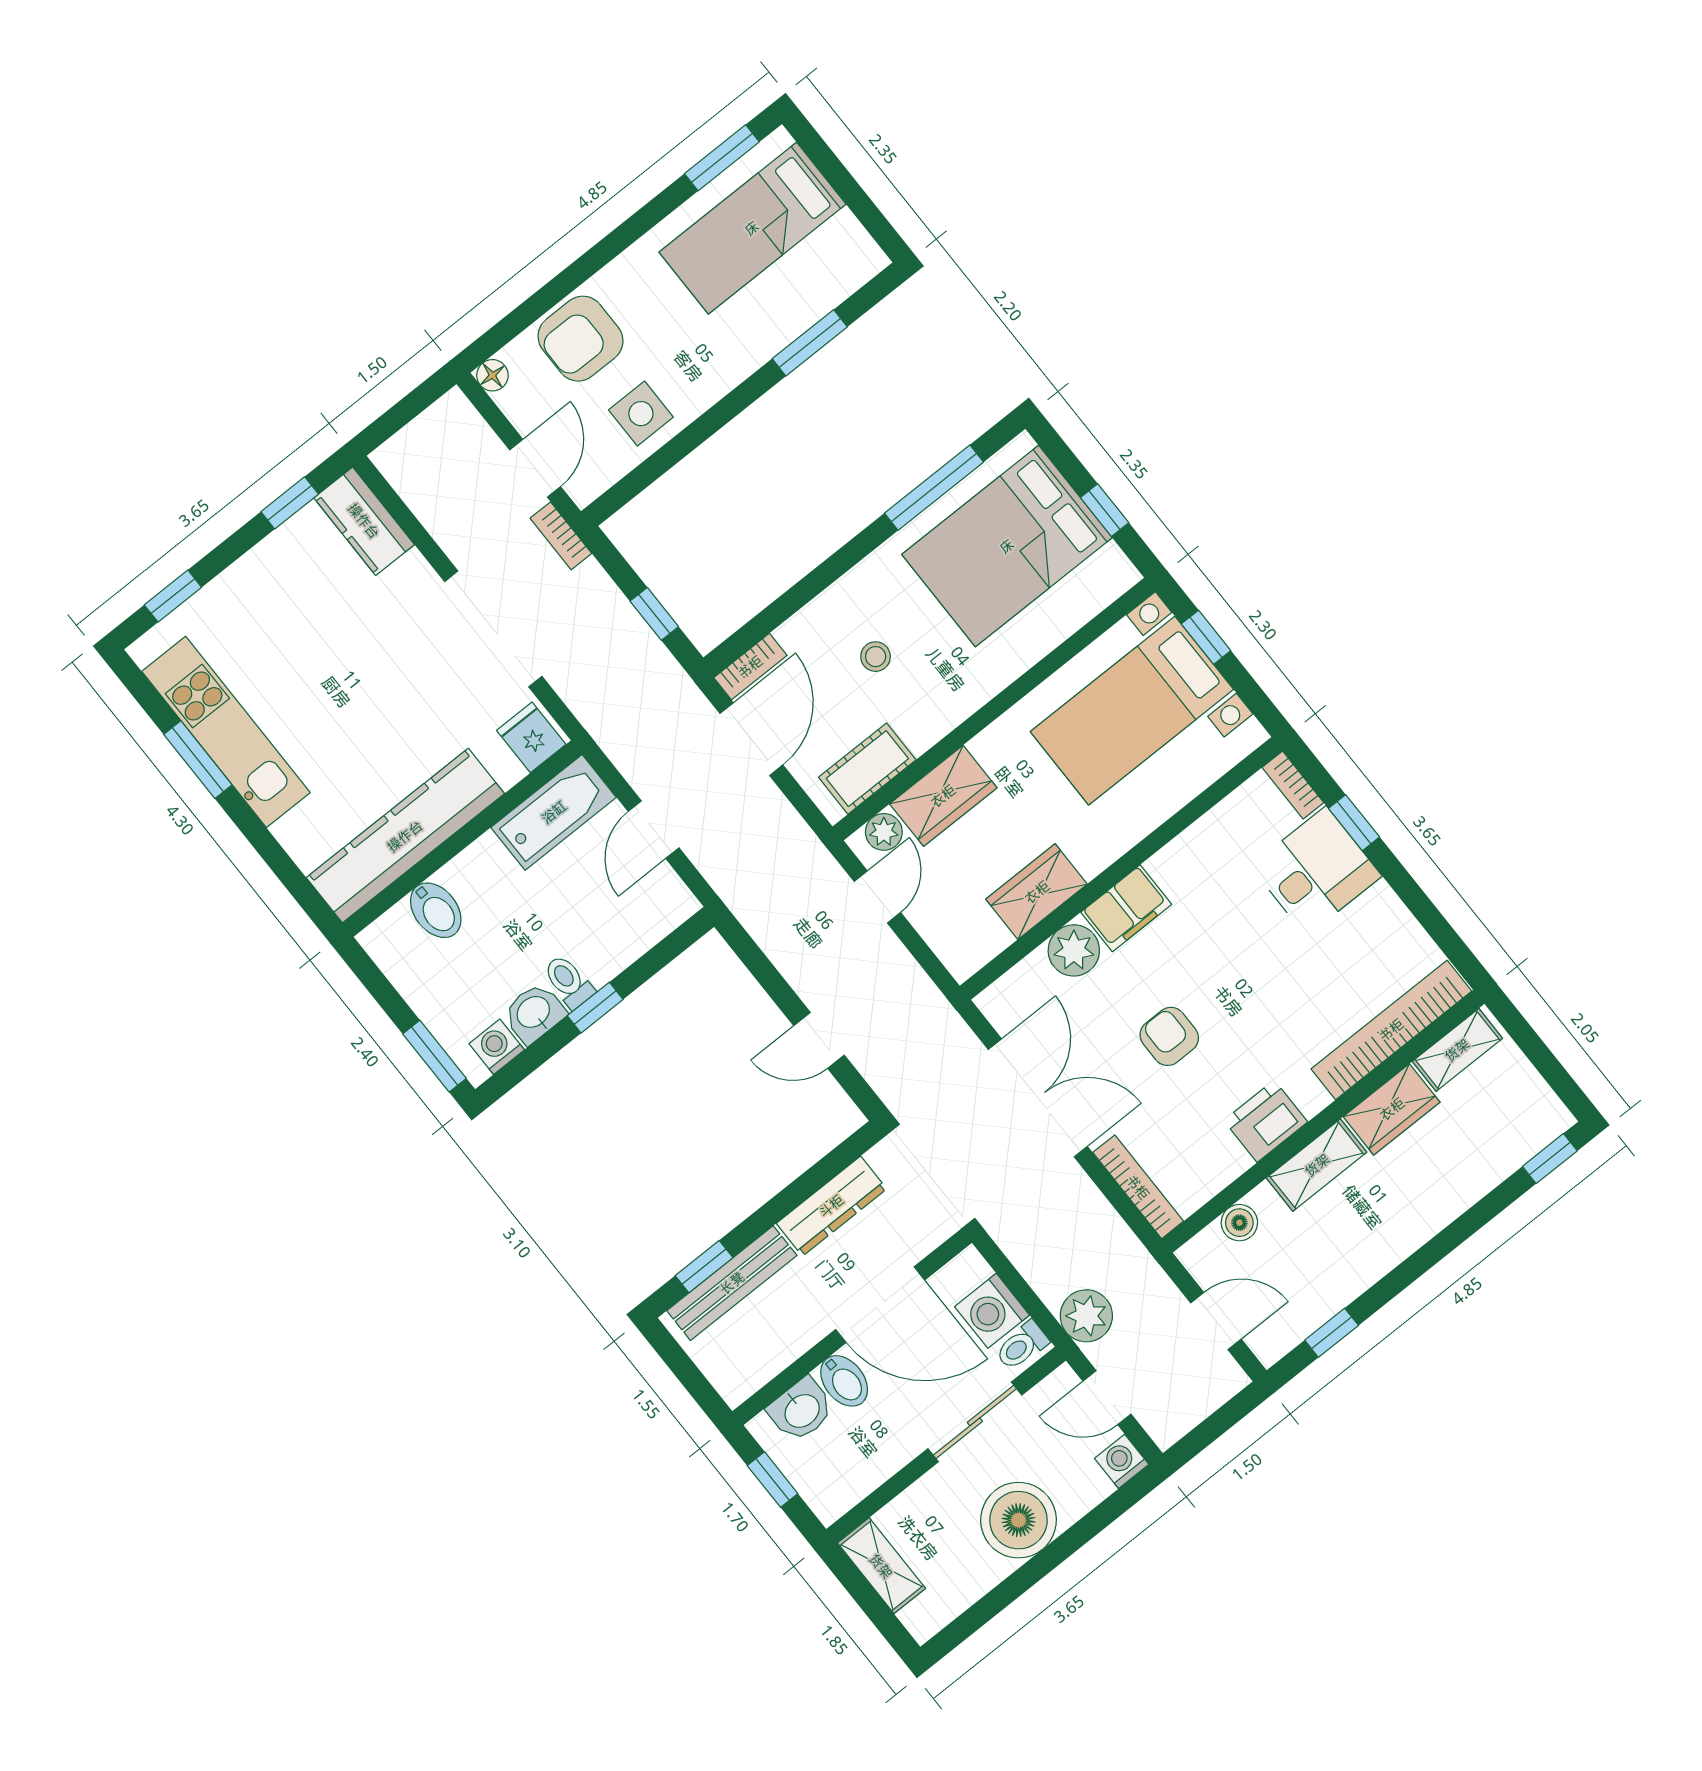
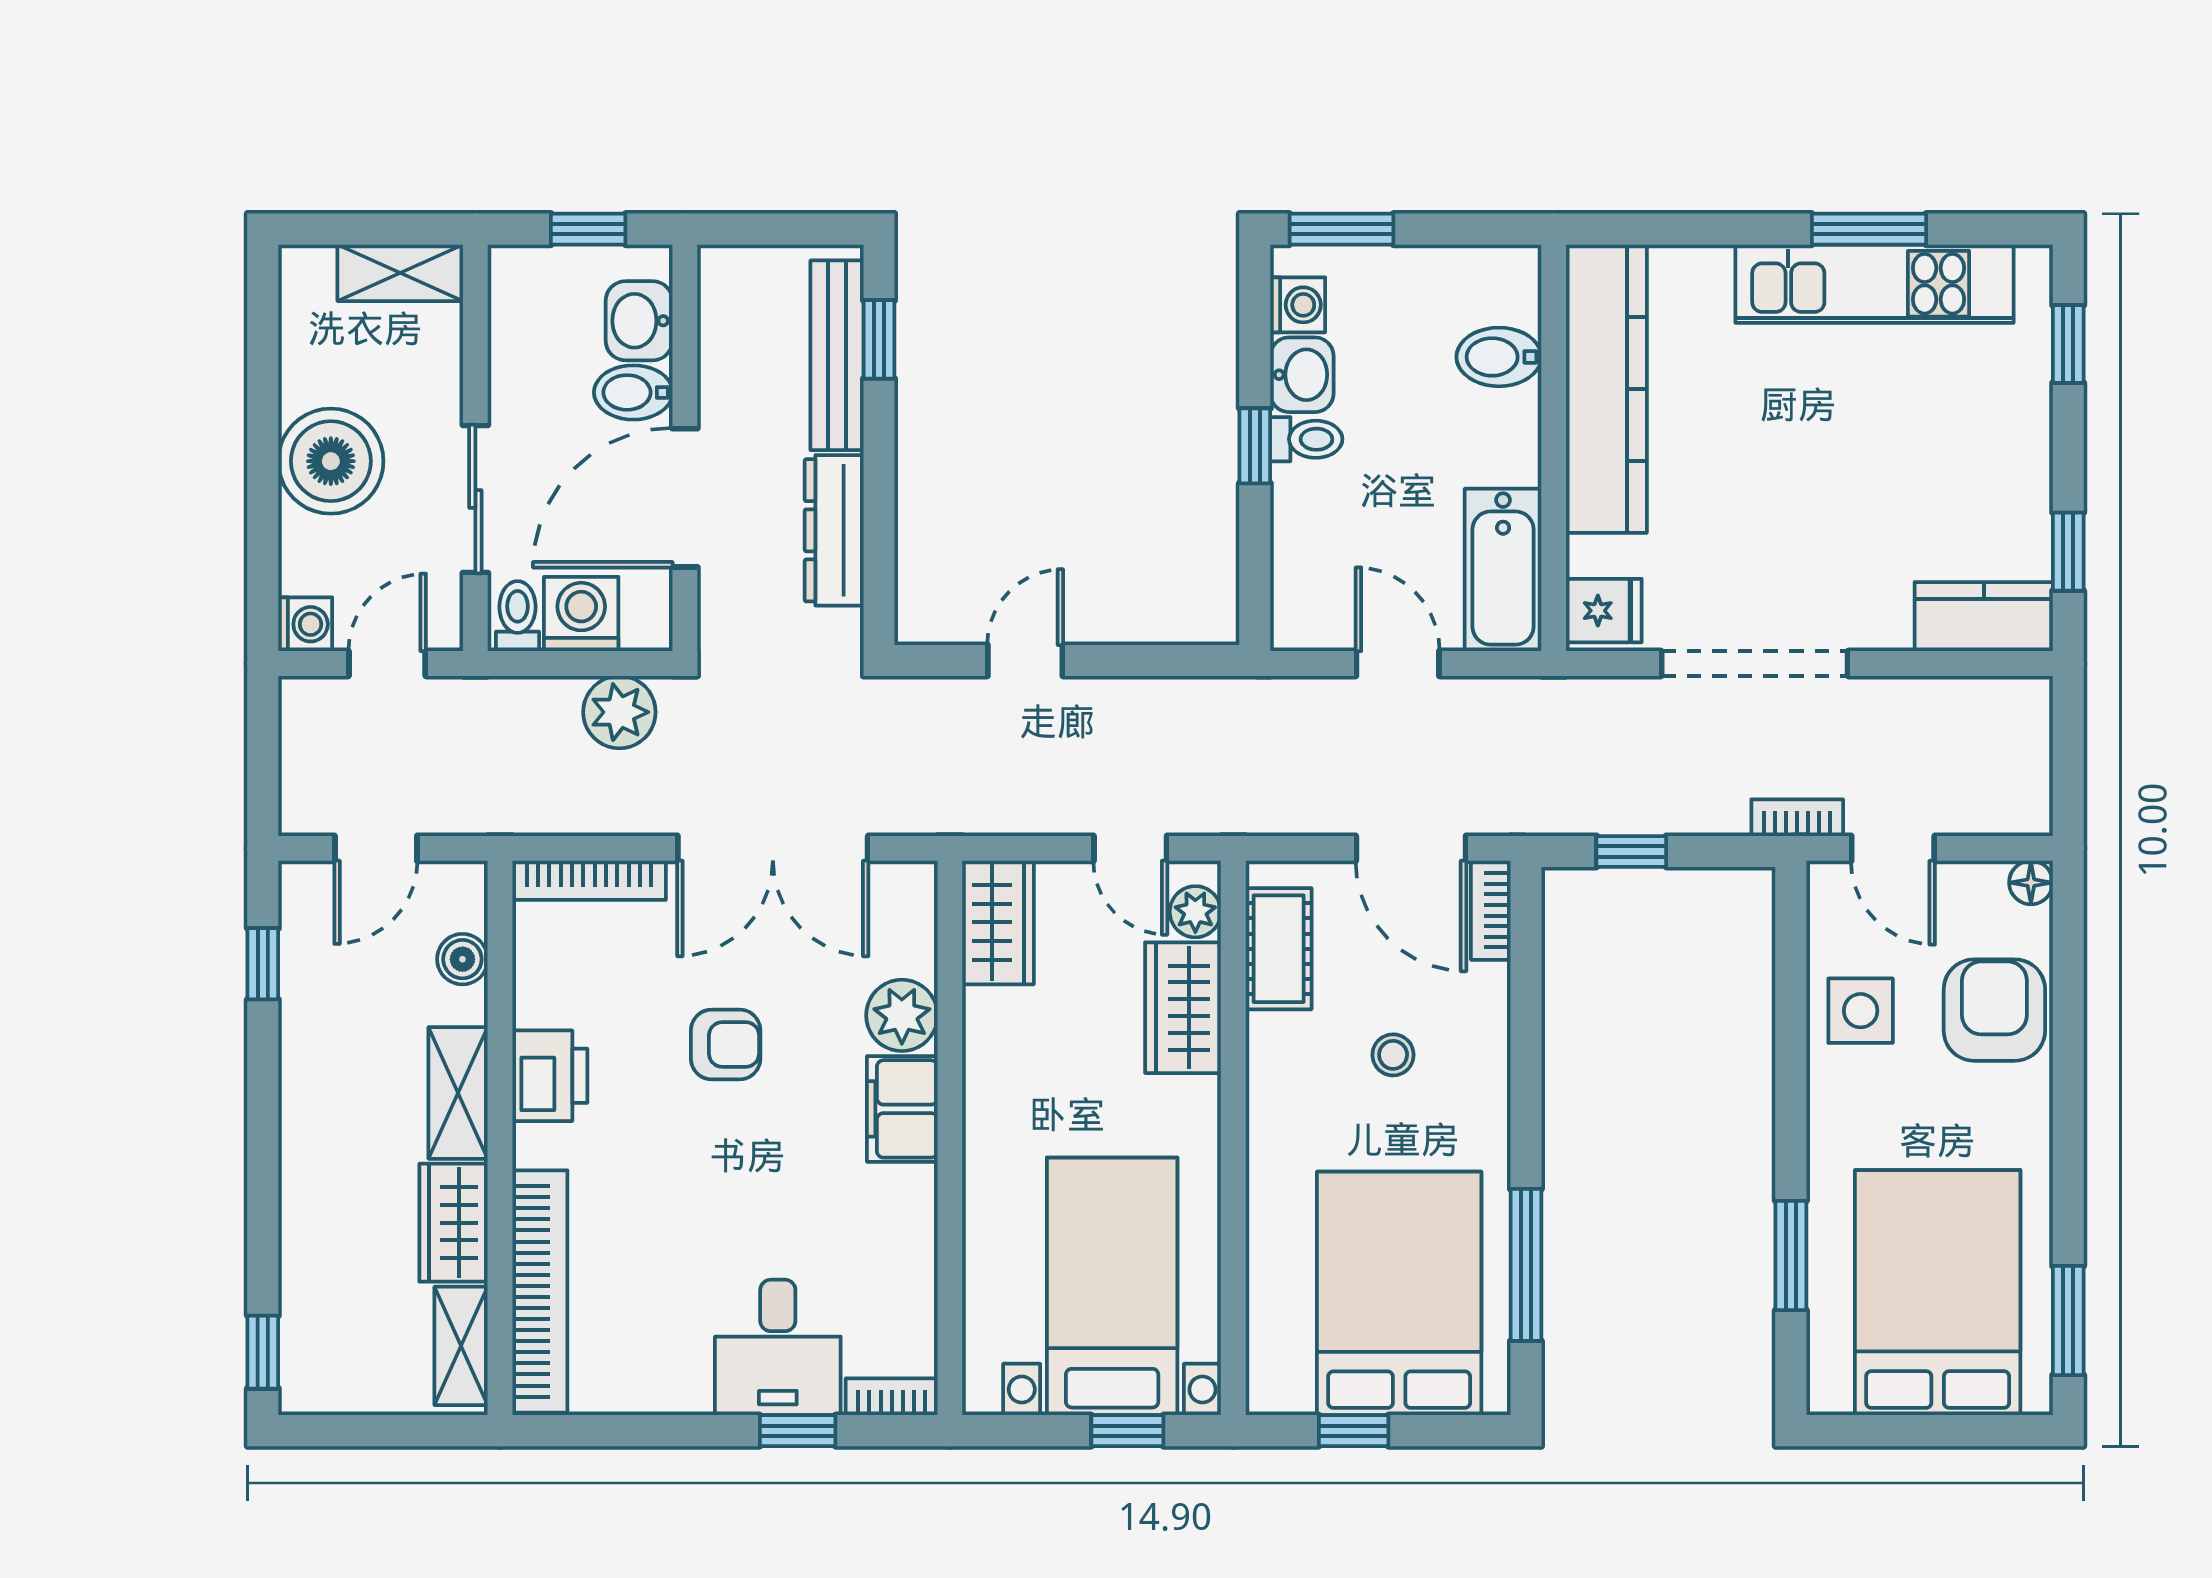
bed: (752, 228) -> (1938, 1293), width x1.50
wardrobe: (1037, 892) -> (998, 922), moved
plant: (1086, 1316) -> (619, 712), moved

